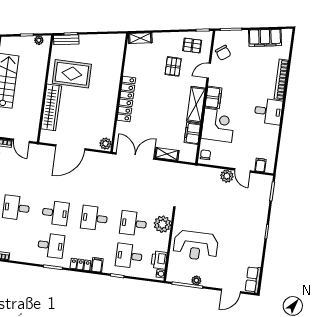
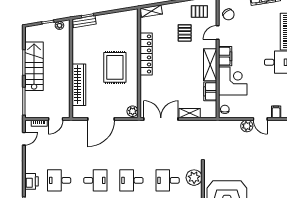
rug: (72, 74) -> (115, 67), moved, turned 90
locker: (126, 99) -> (146, 54), moved
door: (21, 141) -> (56, 119), hinge flipped

